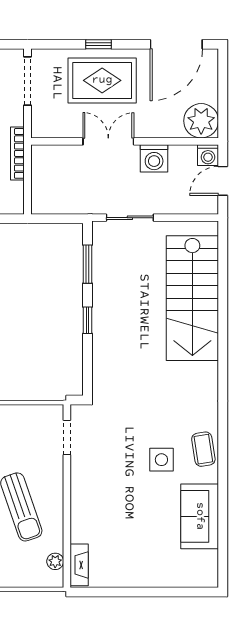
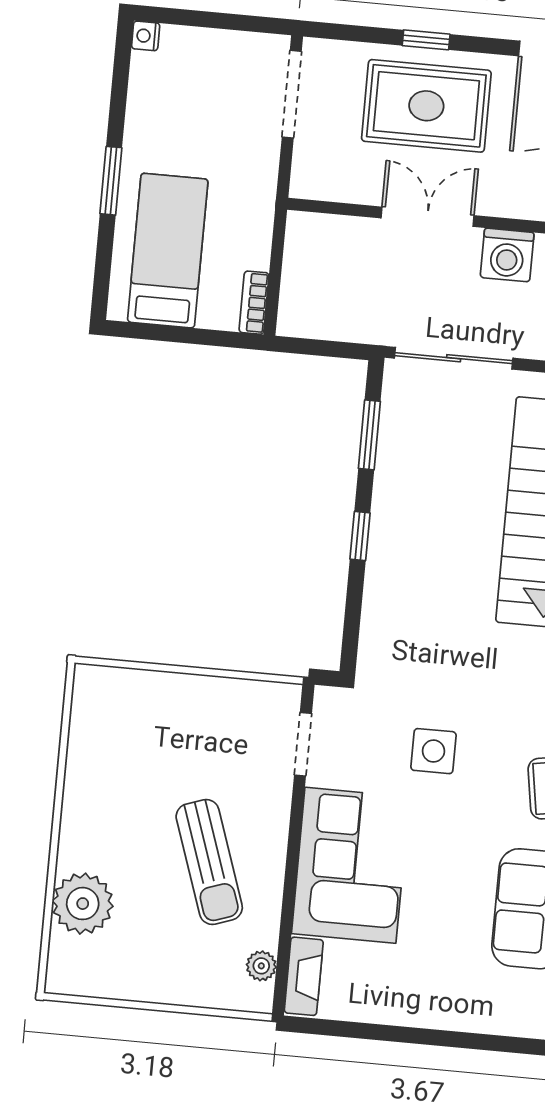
bookcase: (17, 153) -> (254, 303), moved, width x0.64
sliding door: (130, 218) -> (454, 358), width x1.37
side table: (161, 460) -> (434, 751), moved
corner sofa: (99, 502) -> (350, 865), added

